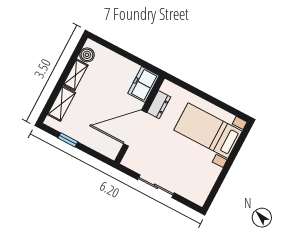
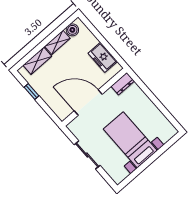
freezer: (143, 84) -> (103, 57), moved, turned -90
dresser: (159, 105) -> (123, 84), moved
bed with nightstands: (208, 131) -> (130, 140), moved

